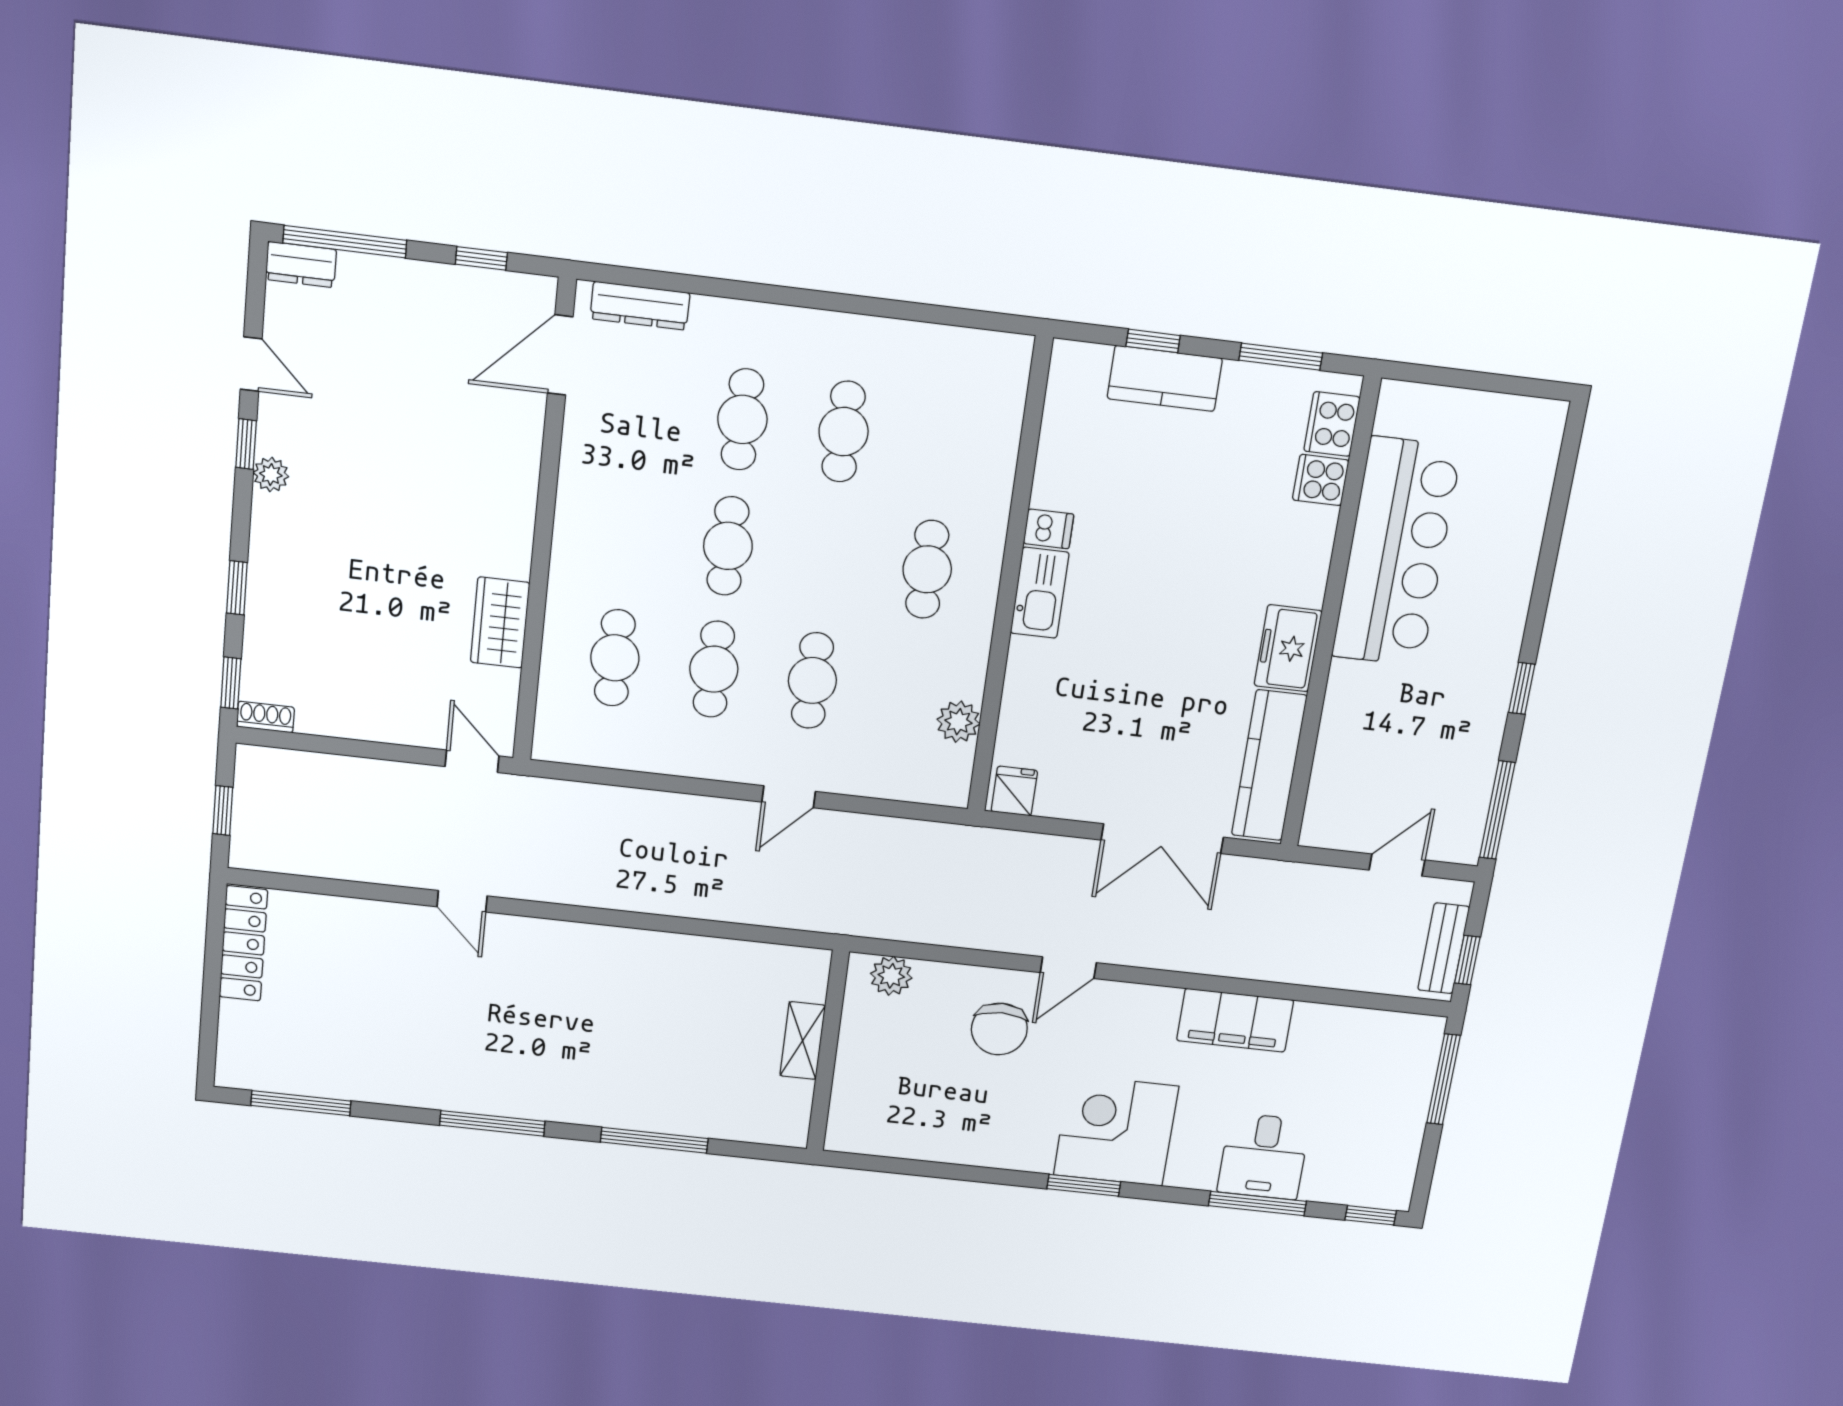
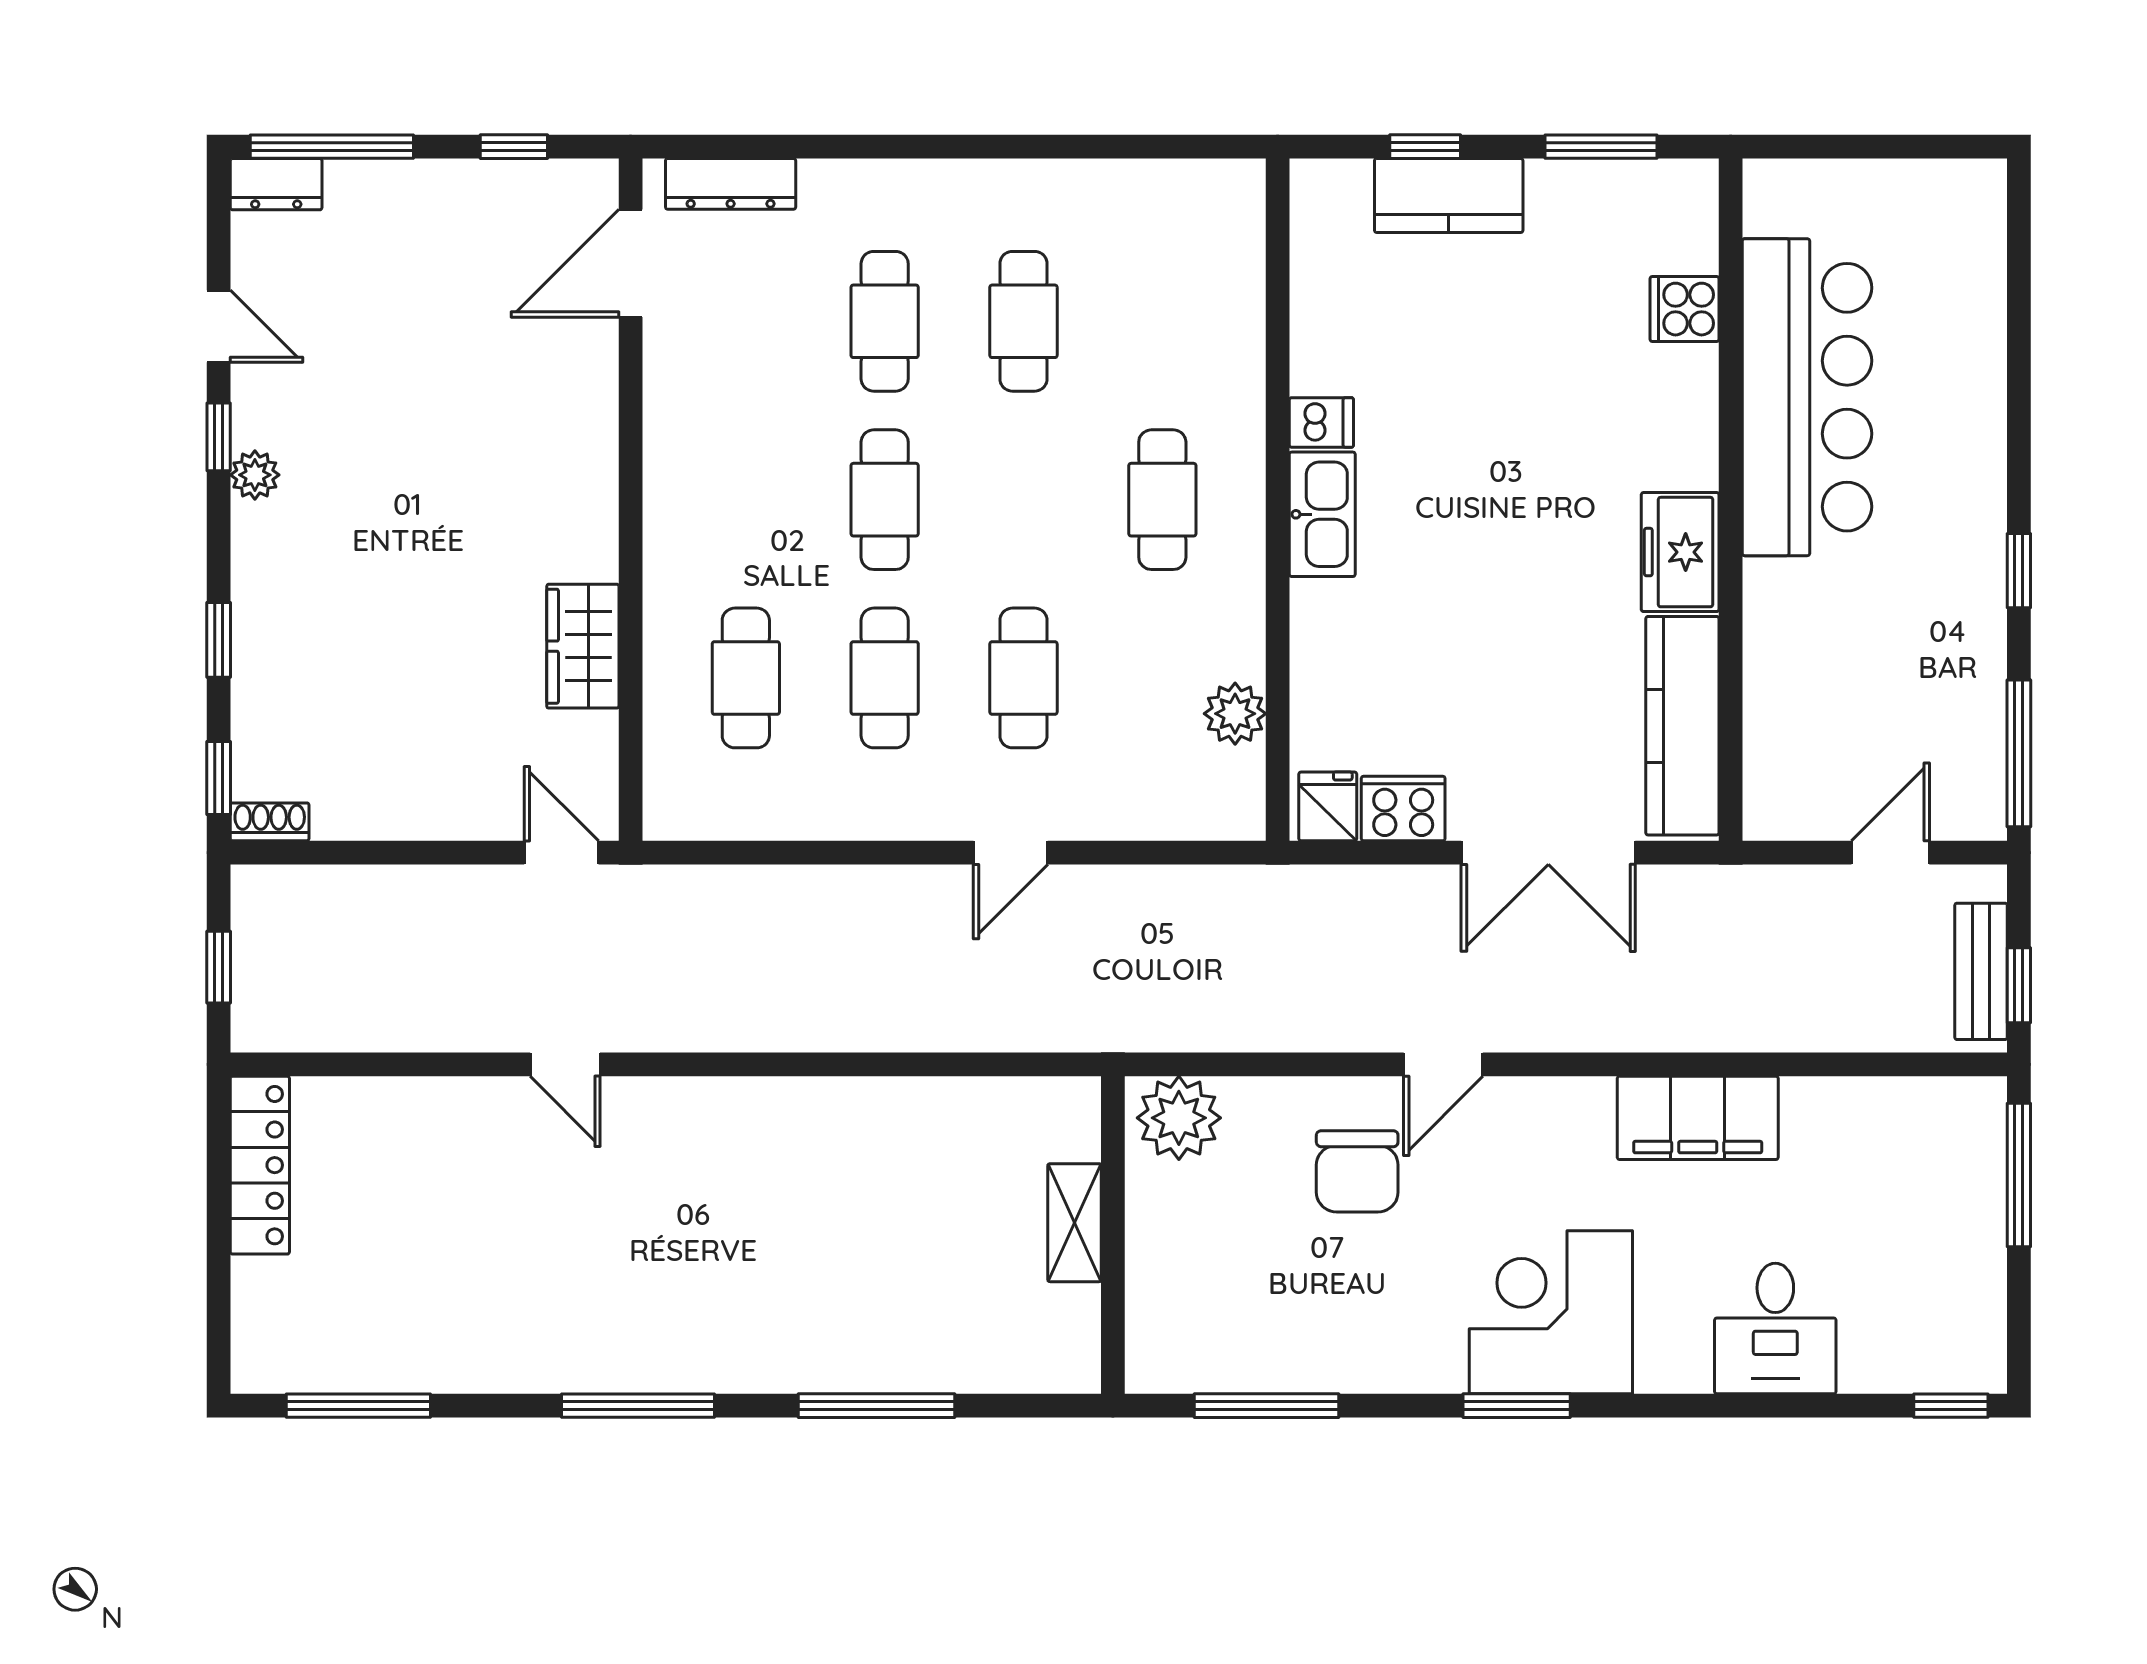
cooker: (1332, 424) -> (1403, 809), moved, turned 90
plant: (891, 976) -> (1179, 1118), width x1.36, depth x1.36
window: (1257, 1203) -> (1266, 1406), moved

